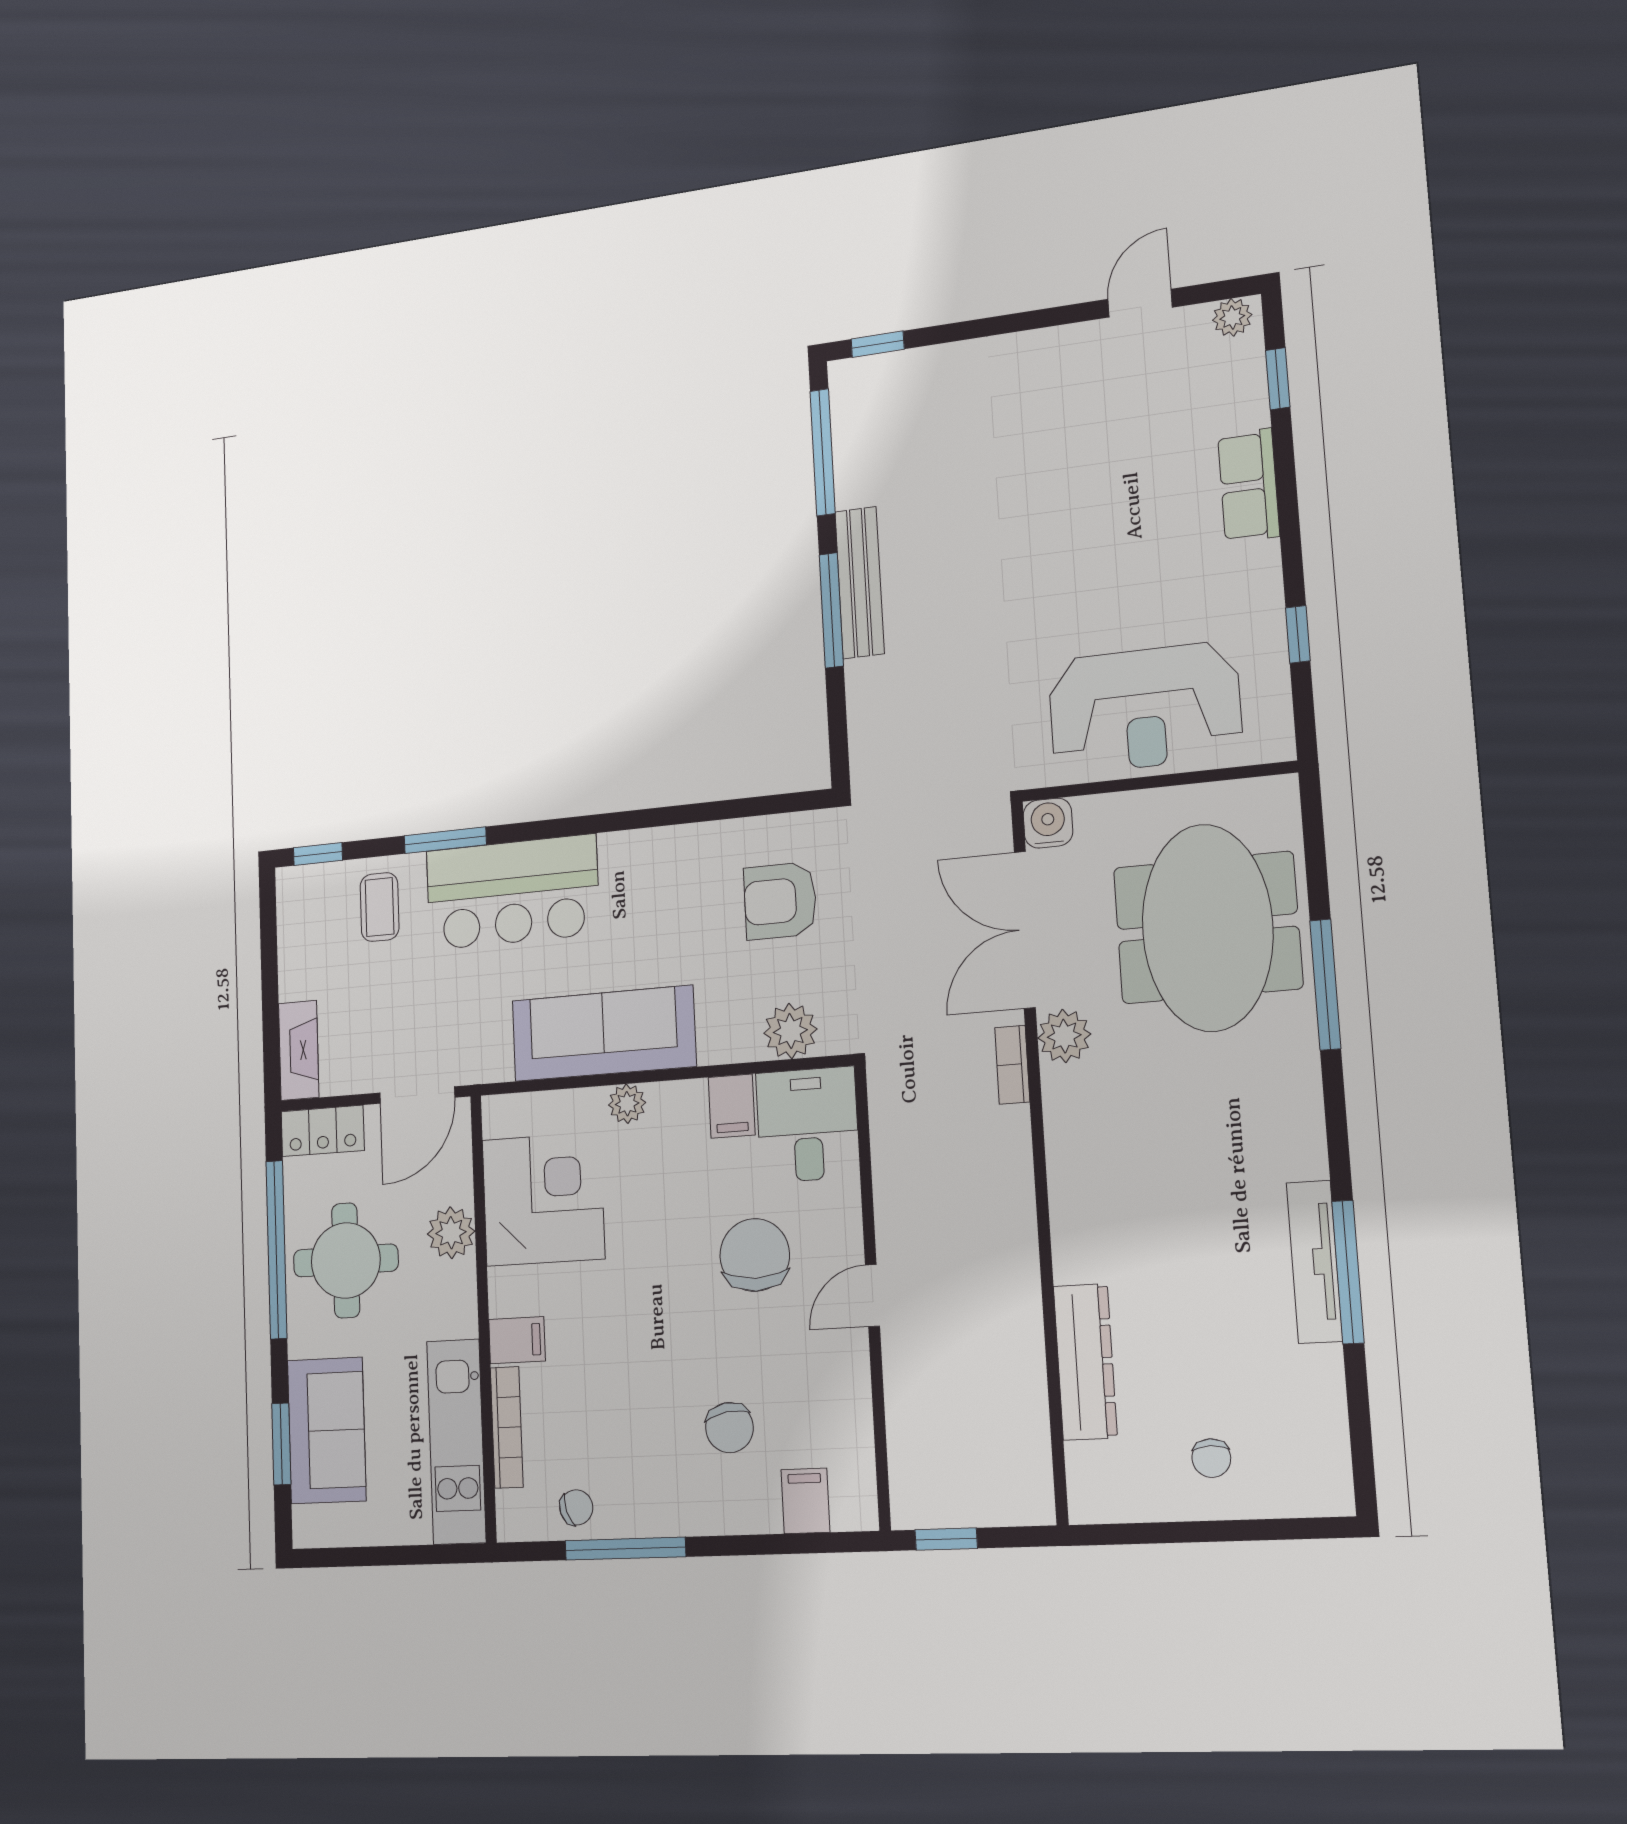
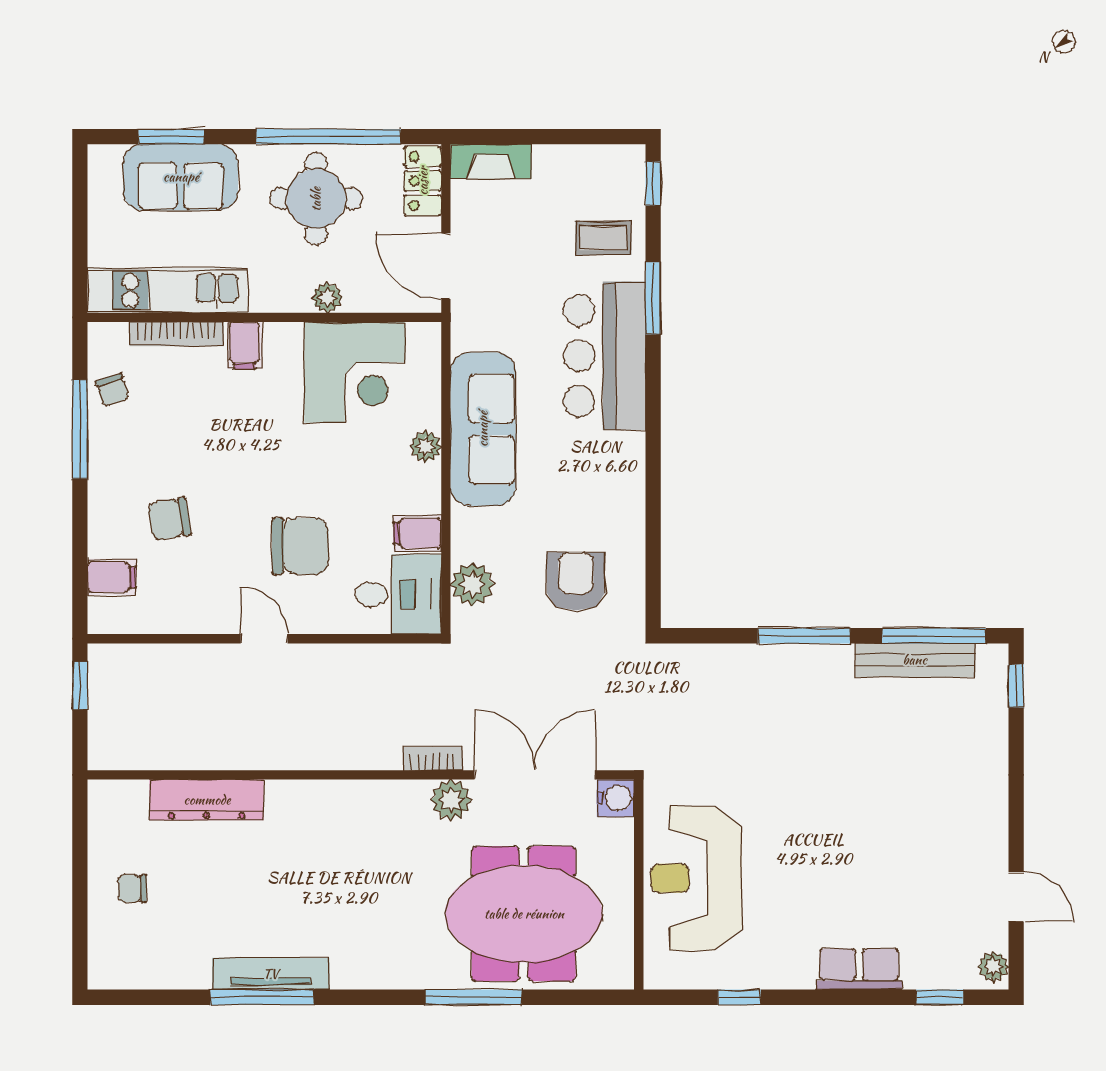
bench: (860, 583) -> (915, 660), moved
plant: (451, 1233) -> (327, 298), width x0.73, depth x0.73

